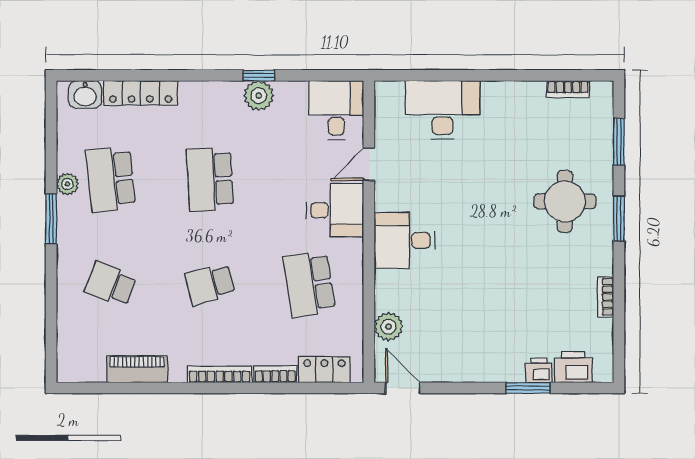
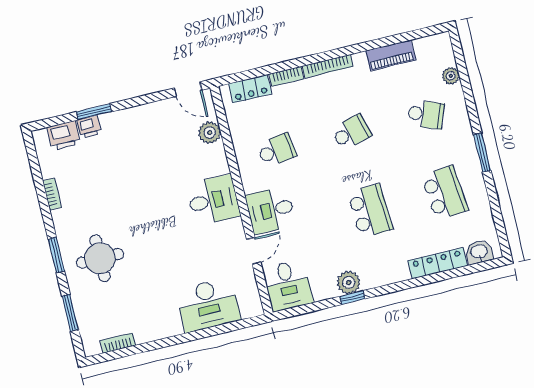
plant: (67, 184) -> (451, 76), moved
school desk: (309, 284) -> (277, 150), width x0.54

